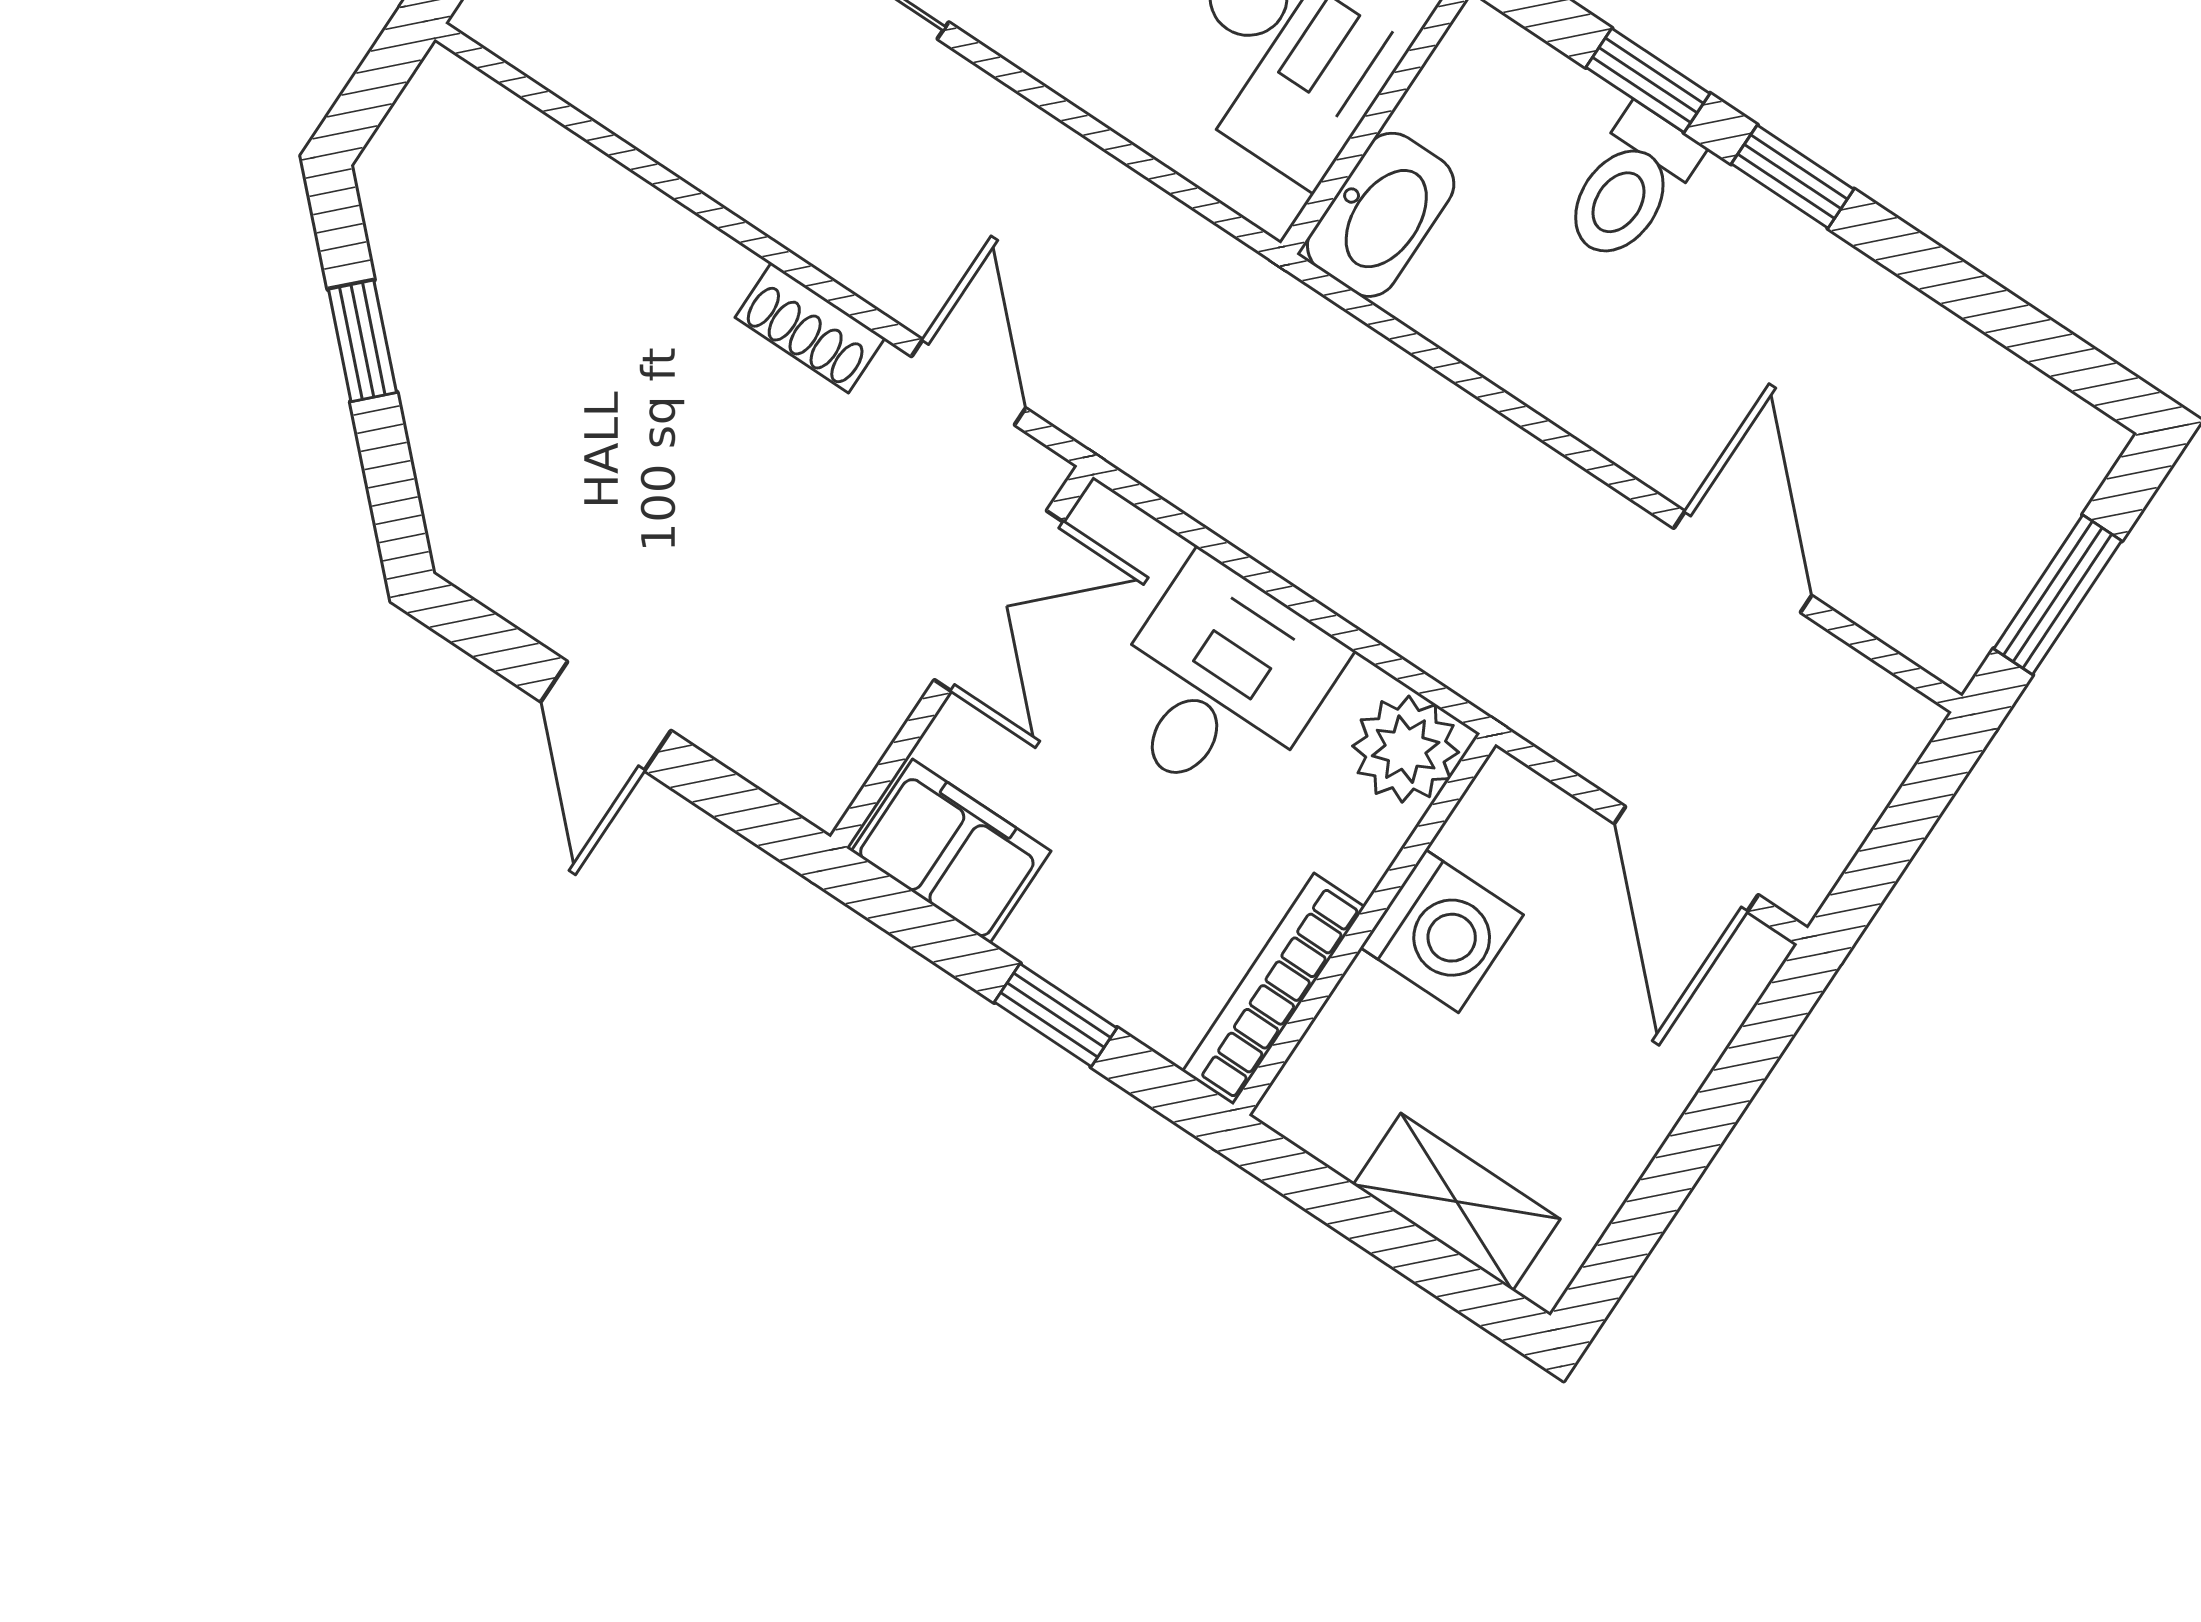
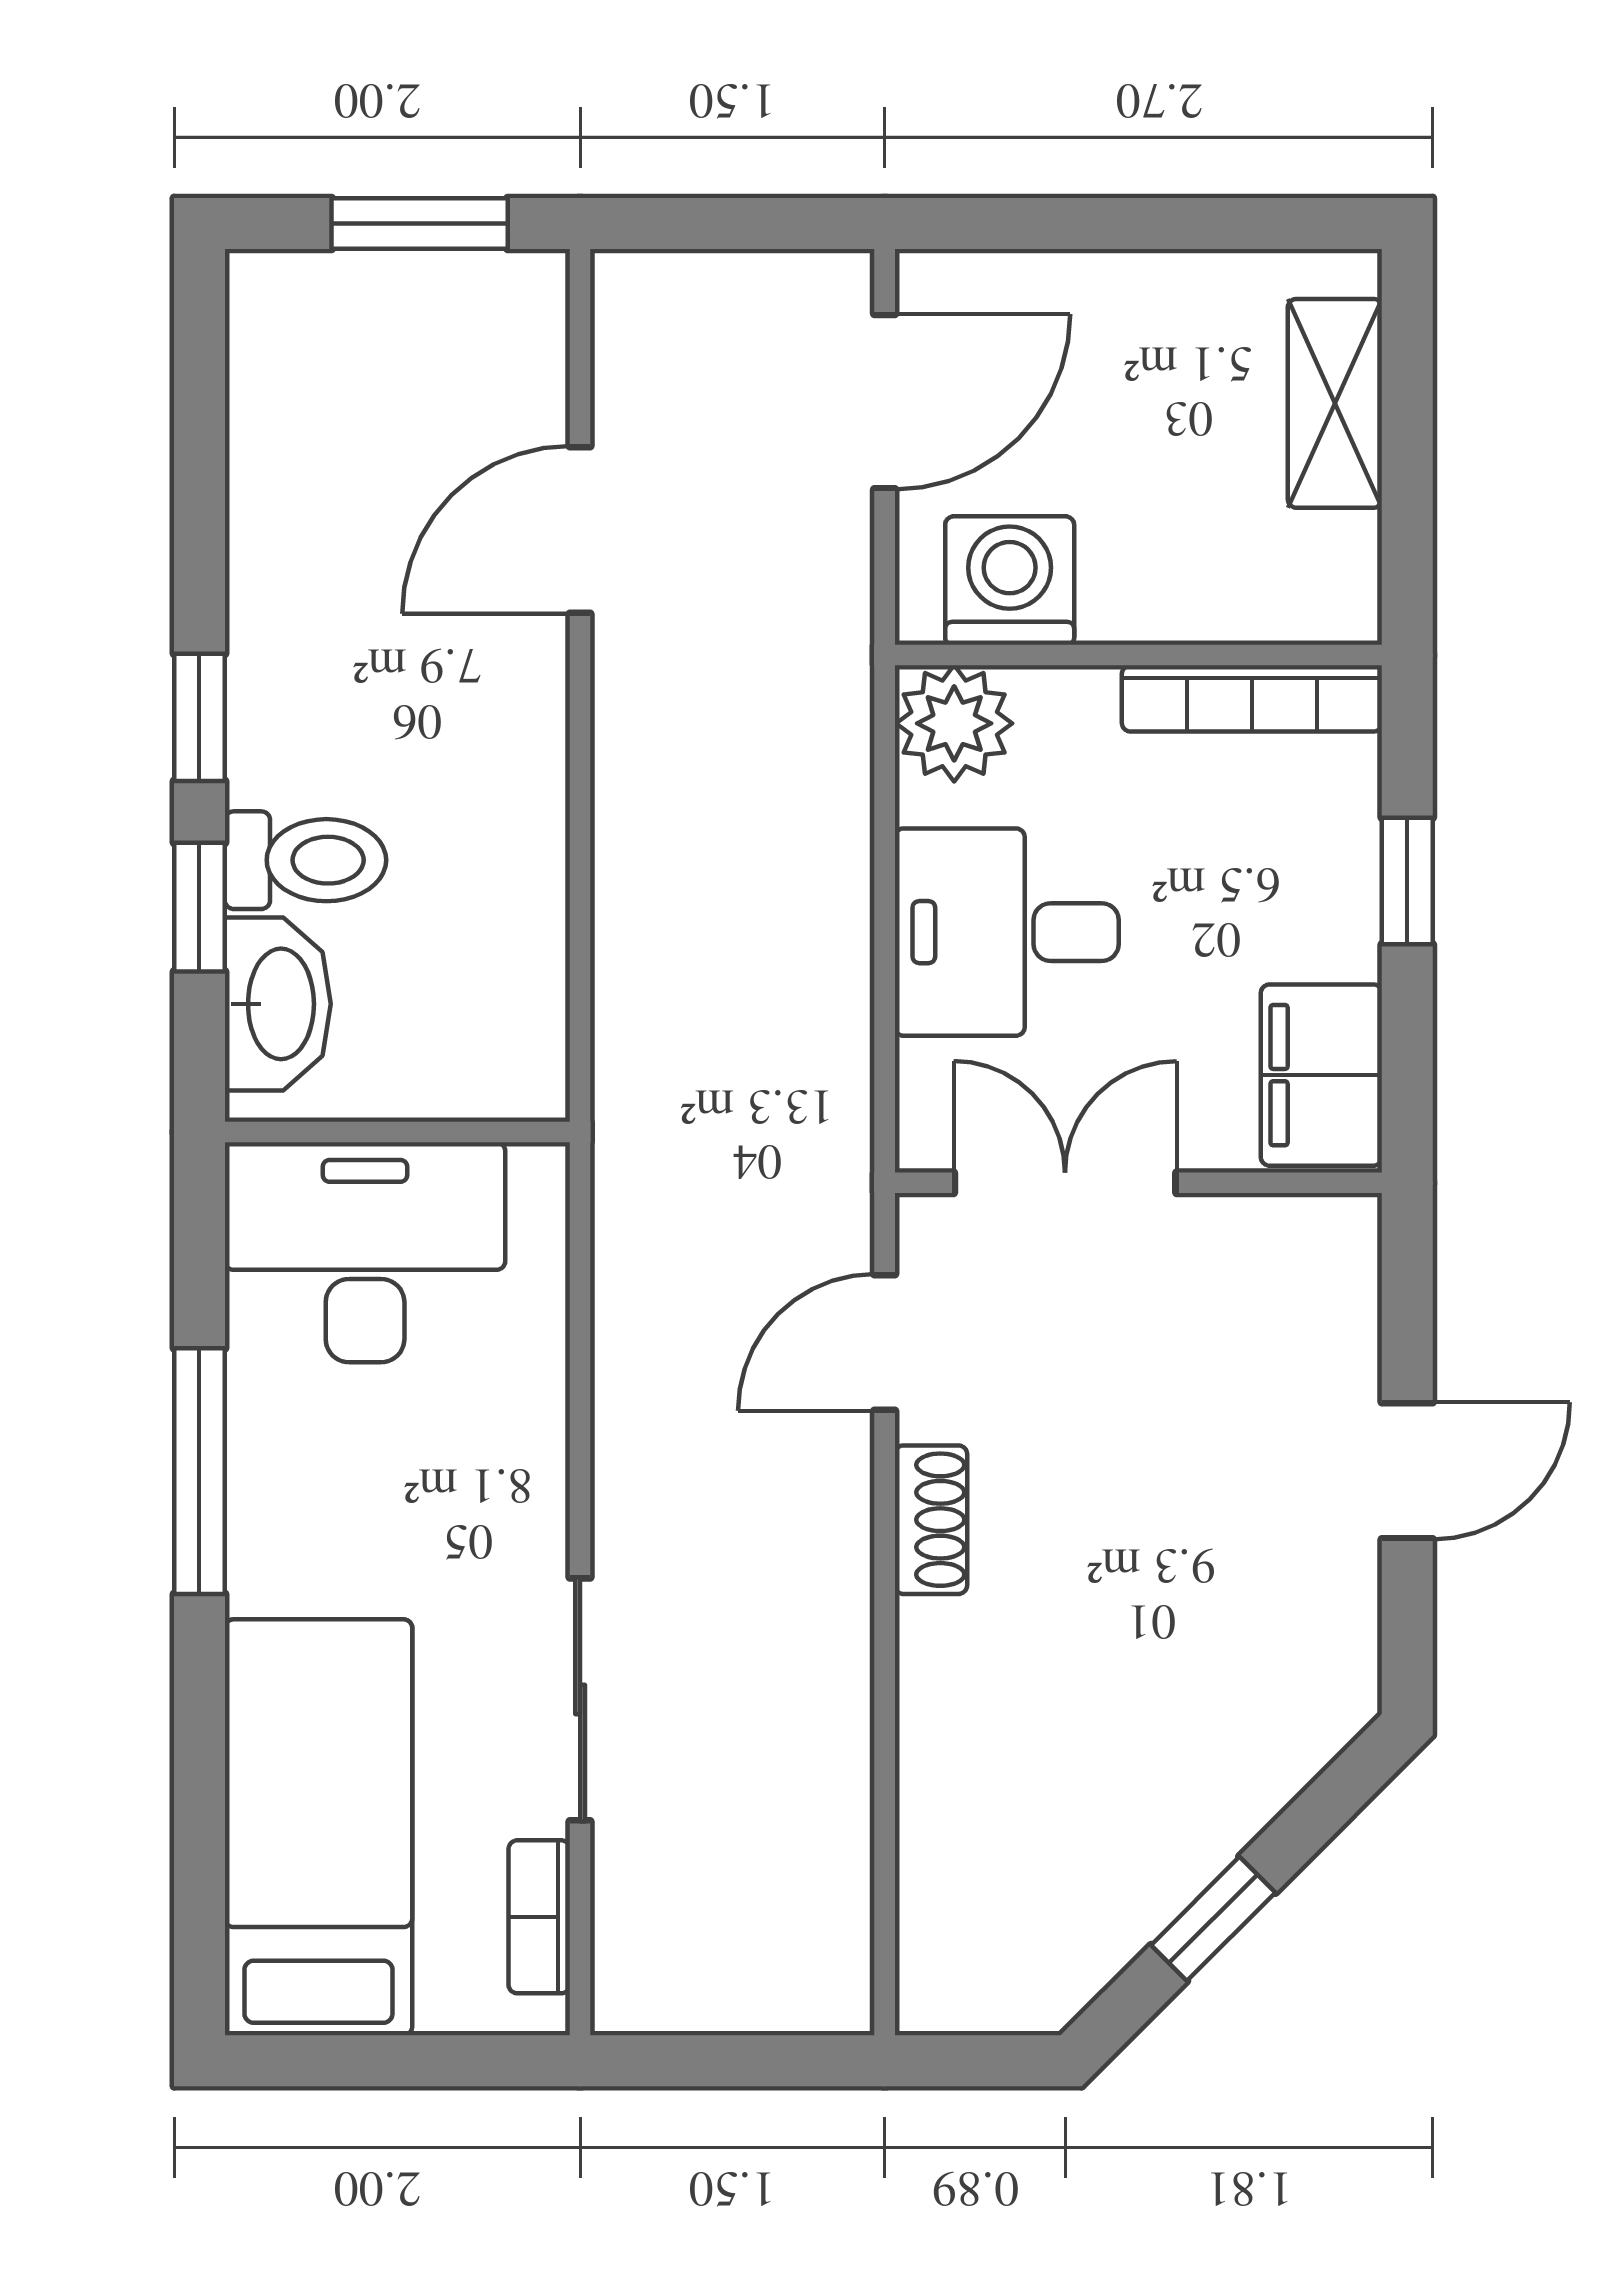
washbasin: (1381, 215) -> (278, 1004), moved, turned 90
washing machine: (1442, 931) -> (1010, 580), moved

